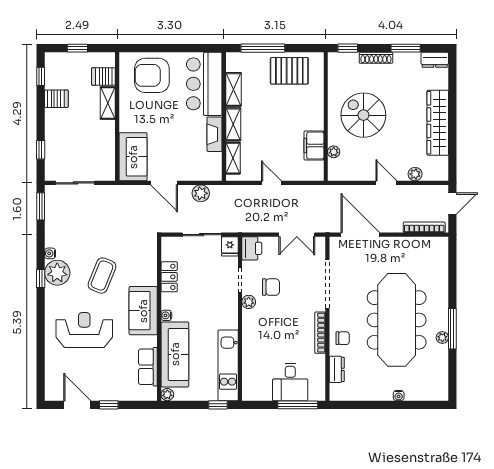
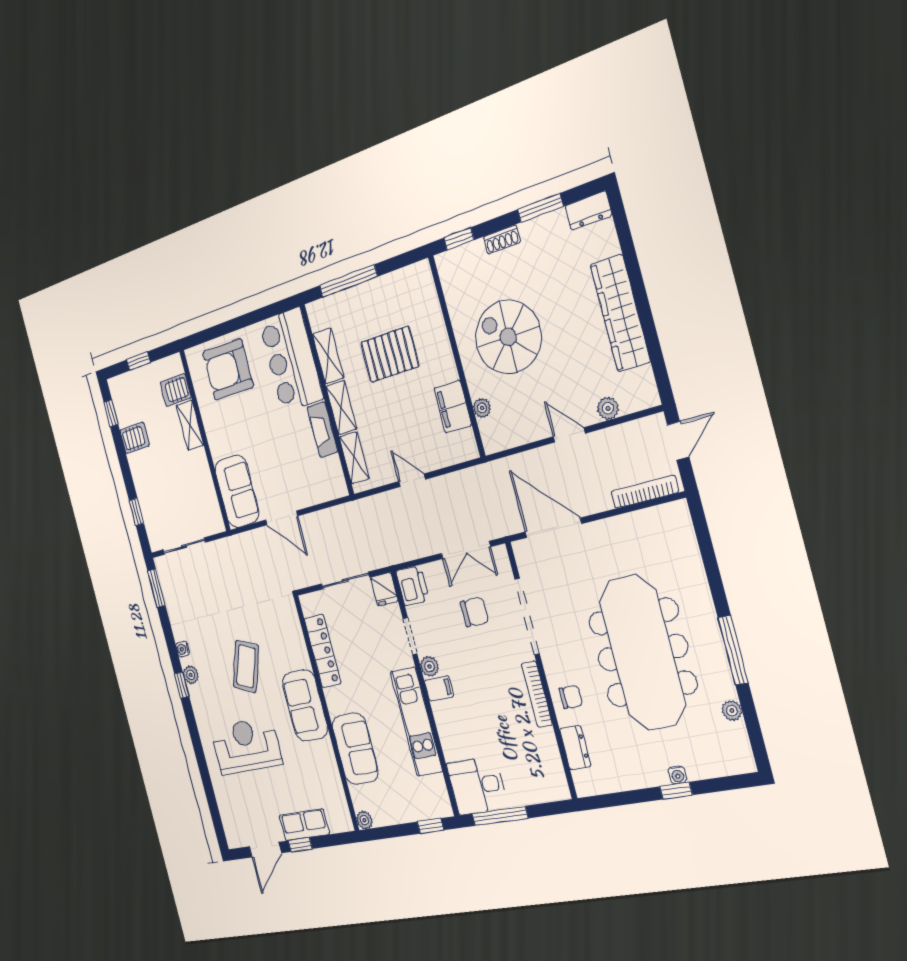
shoe rack: (376, 58) -> (502, 240), width x0.70
pallet: (289, 71) -> (390, 354), moved
plant: (201, 193) -> (328, 521), removed
plant: (57, 273) -> (191, 675), width x0.53, depth x0.53
locker: (169, 277) -> (323, 651), width x1.53
chair: (271, 287) -> (474, 612), moved
water cooler: (166, 315) -> (334, 707), removed
filing cabinet: (251, 317) -> (439, 688), added
plant: (442, 337) -> (732, 711), moved
sofa: (175, 354) -> (355, 749), width x0.73
kitchen unit: (228, 365) -> (416, 722), moved
row of seats: (148, 367) -> (304, 825), moved, turned 90
desk: (290, 382) -> (477, 786), moved, turned 90
door: (77, 405) -> (265, 850), swing flipped
window: (298, 405) -> (500, 816), moved
window: (395, 405) -> (676, 791), added

